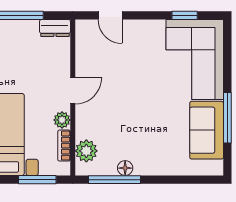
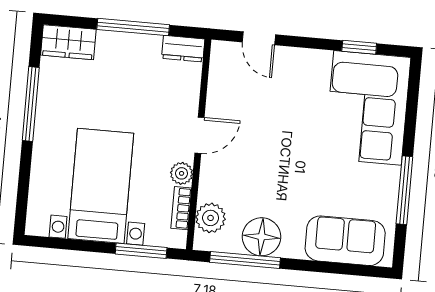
sofa: (207, 130) -> (345, 241), moved, turned 90
floor lamp: (125, 168) -> (262, 237), width x1.89, depth x1.89

